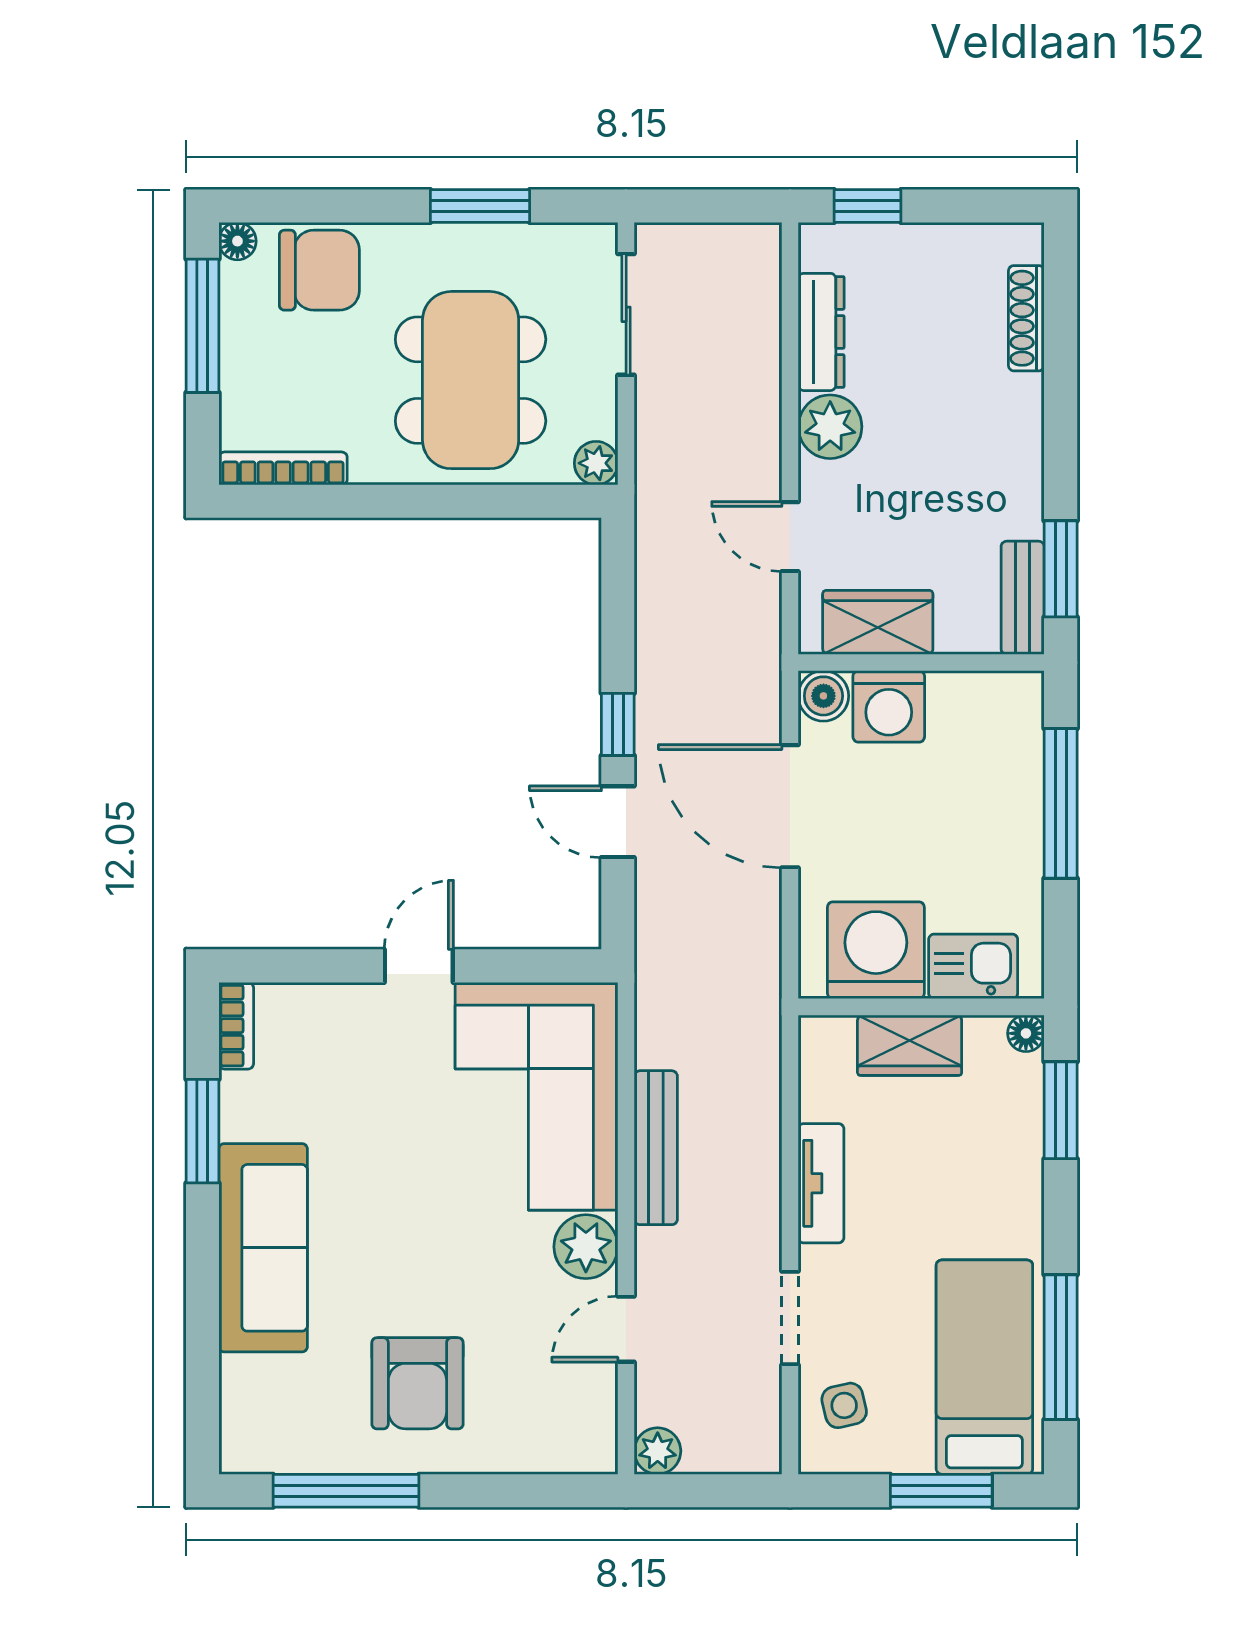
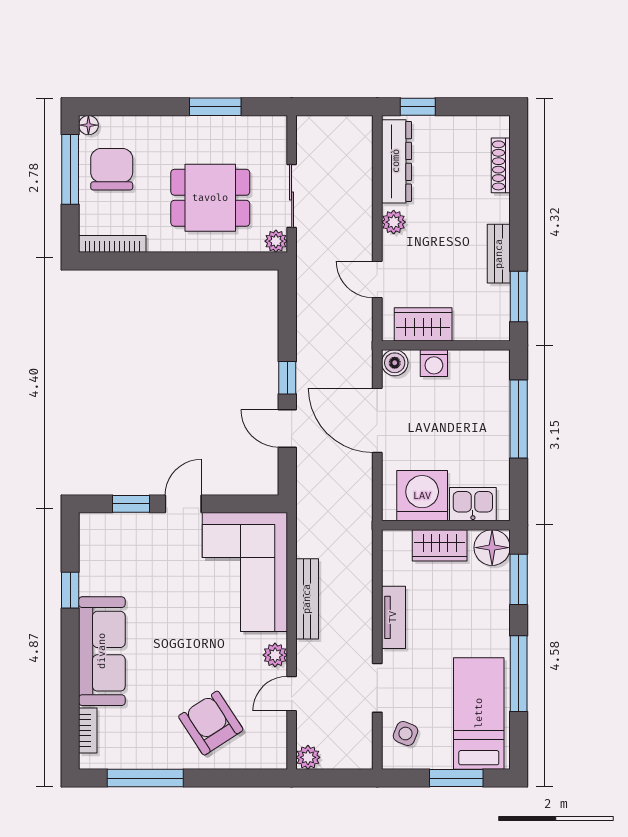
chair: (319, 270) -> (112, 169), moved, turned -90
sliding door: (626, 314) -> (292, 196), moved
dresser: (821, 332) -> (396, 161), width x1.37, depth x1.24
dining table: (471, 380) -> (210, 198), width x0.73
plant: (830, 427) -> (394, 222), width x0.73, depth x0.73
bench: (1023, 598) -> (499, 254), moved
washing machine: (889, 706) -> (434, 363), width x0.73, depth x0.73
window: (319, 966) -> (131, 504), added
bookcase: (236, 1026) -> (88, 731), moved
floor lamp: (1026, 1033) -> (492, 548), width x1.89, depth x1.89
window: (202, 1131) -> (70, 590), width x0.67
plant: (586, 1247) -> (275, 655), width x0.73, depth x0.73
window: (1061, 1347) -> (519, 674), moved
armchair: (417, 1383) -> (211, 723), moved, turned 147
side table: (844, 1405) -> (406, 734), turned 35

